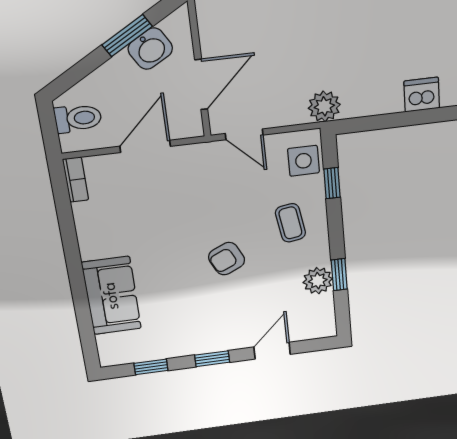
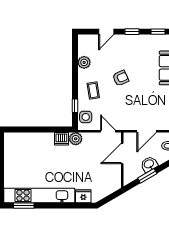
washbasin: (150, 49) -> (149, 164), moved
dishwasher: (422, 95) -> (61, 139), moved
window: (339, 275) -> (75, 64), removed

